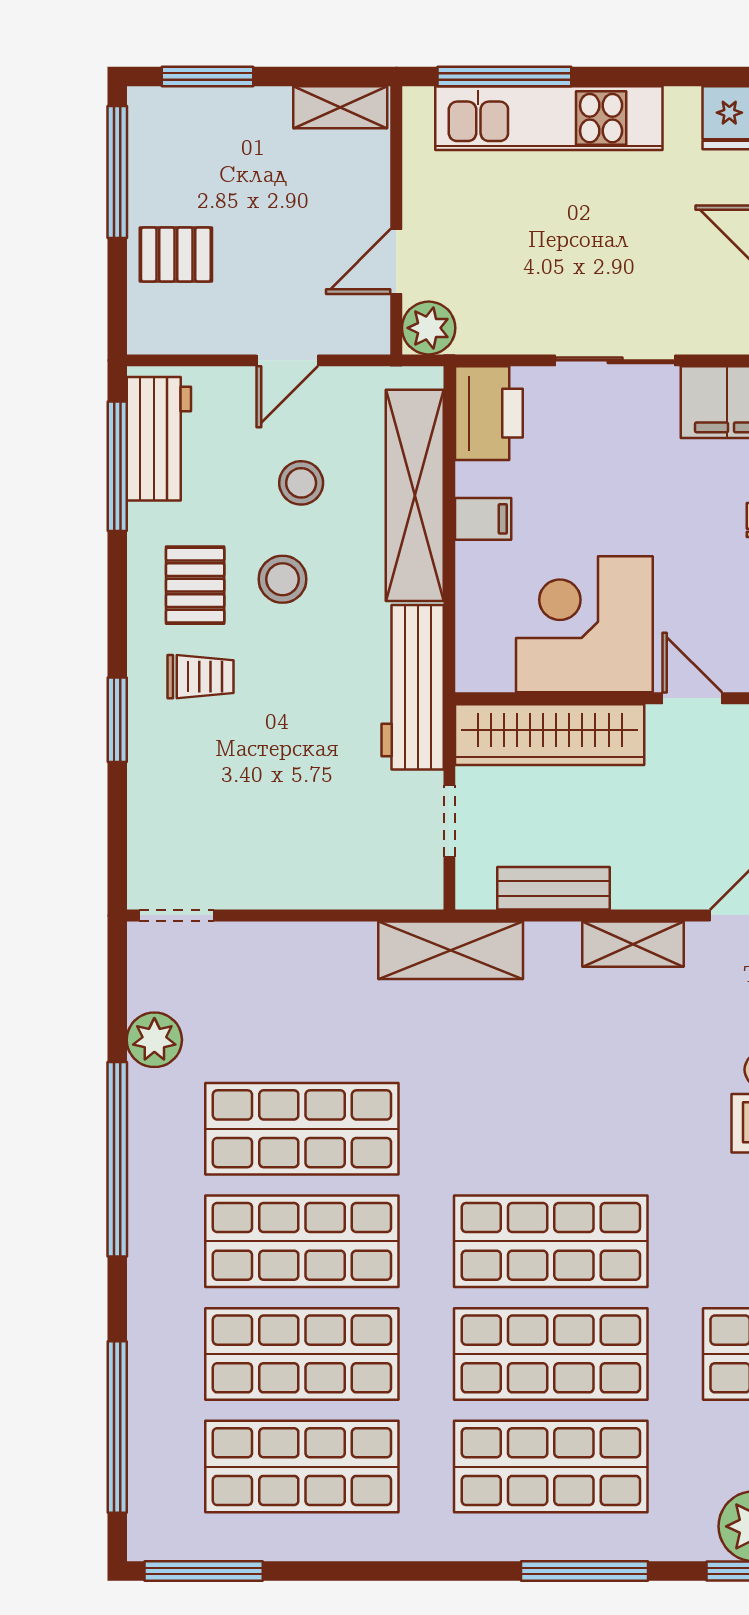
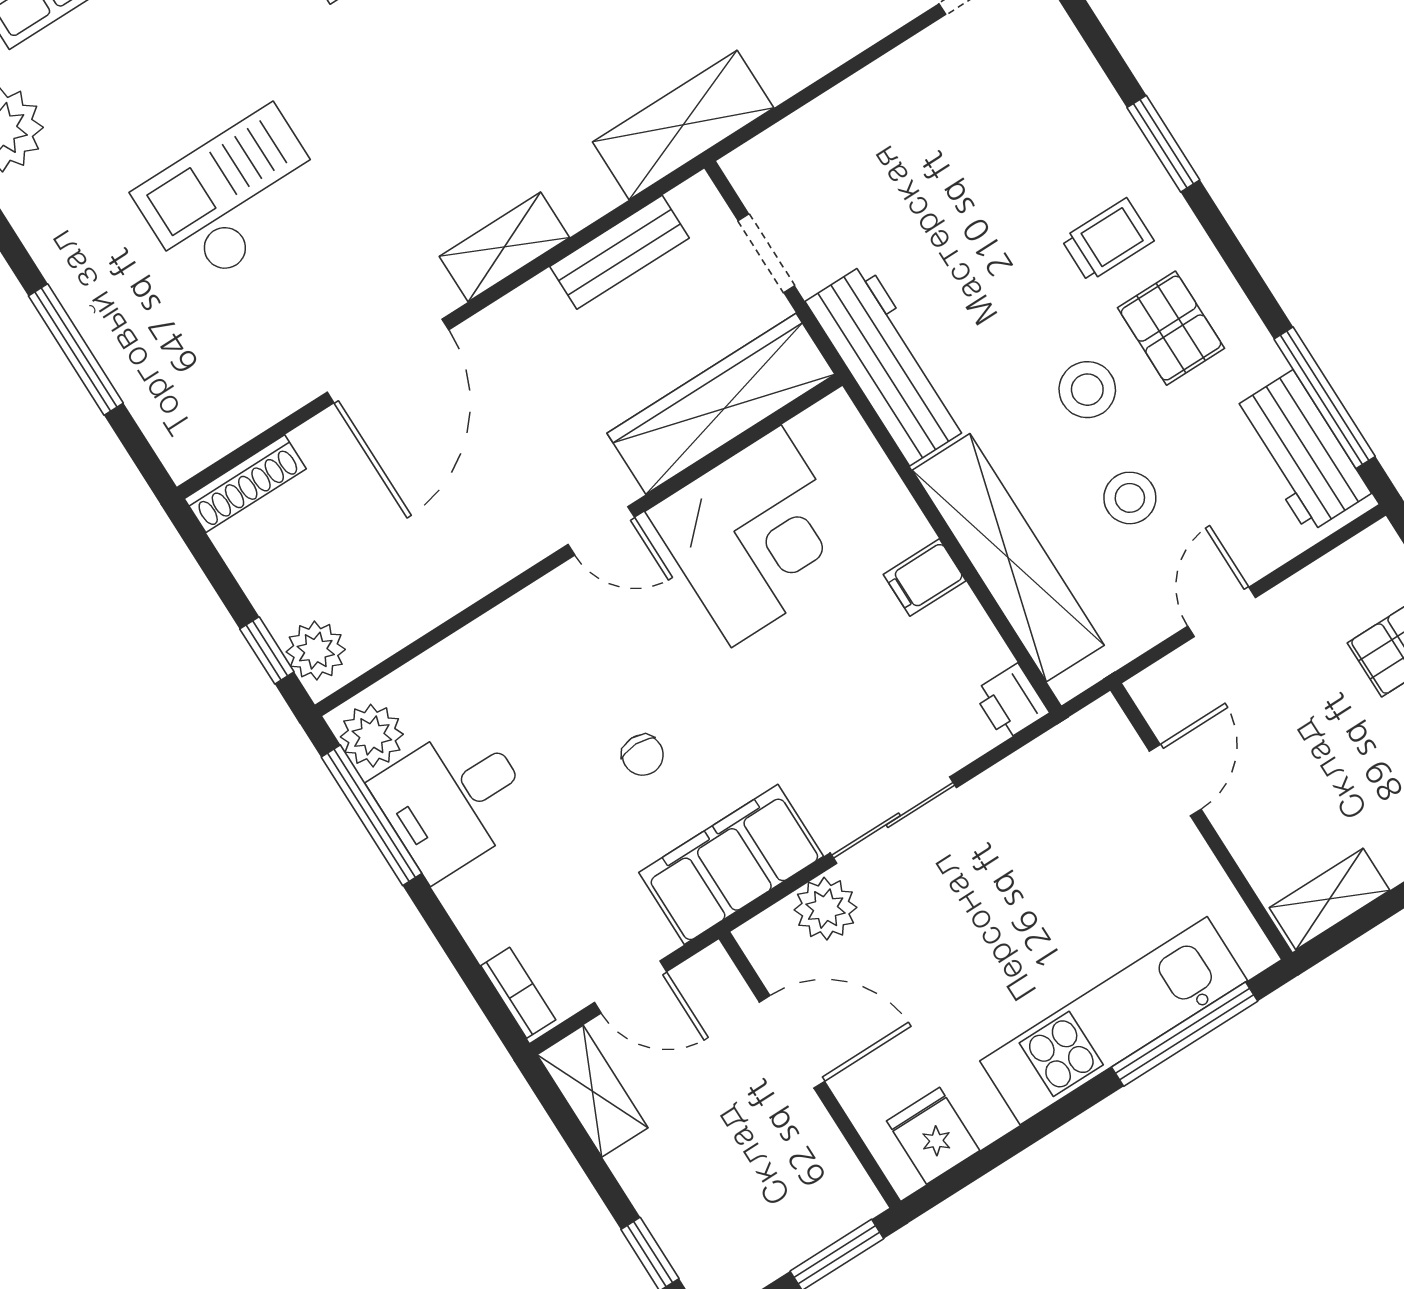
plant: (429, 328) -> (826, 909), moved
printer: (489, 413) -> (1011, 702), width x0.53, depth x0.68
trolley: (200, 677) -> (1108, 240), turned 180

